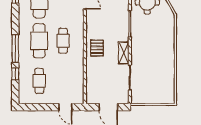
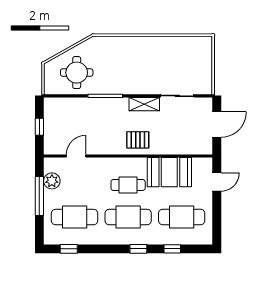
window: (15, 48) -> (138, 249), width x0.46
booth: (73, 72) -> (169, 172), added
cafe table: (39, 81) -> (182, 217), width x1.37, depth x1.35

